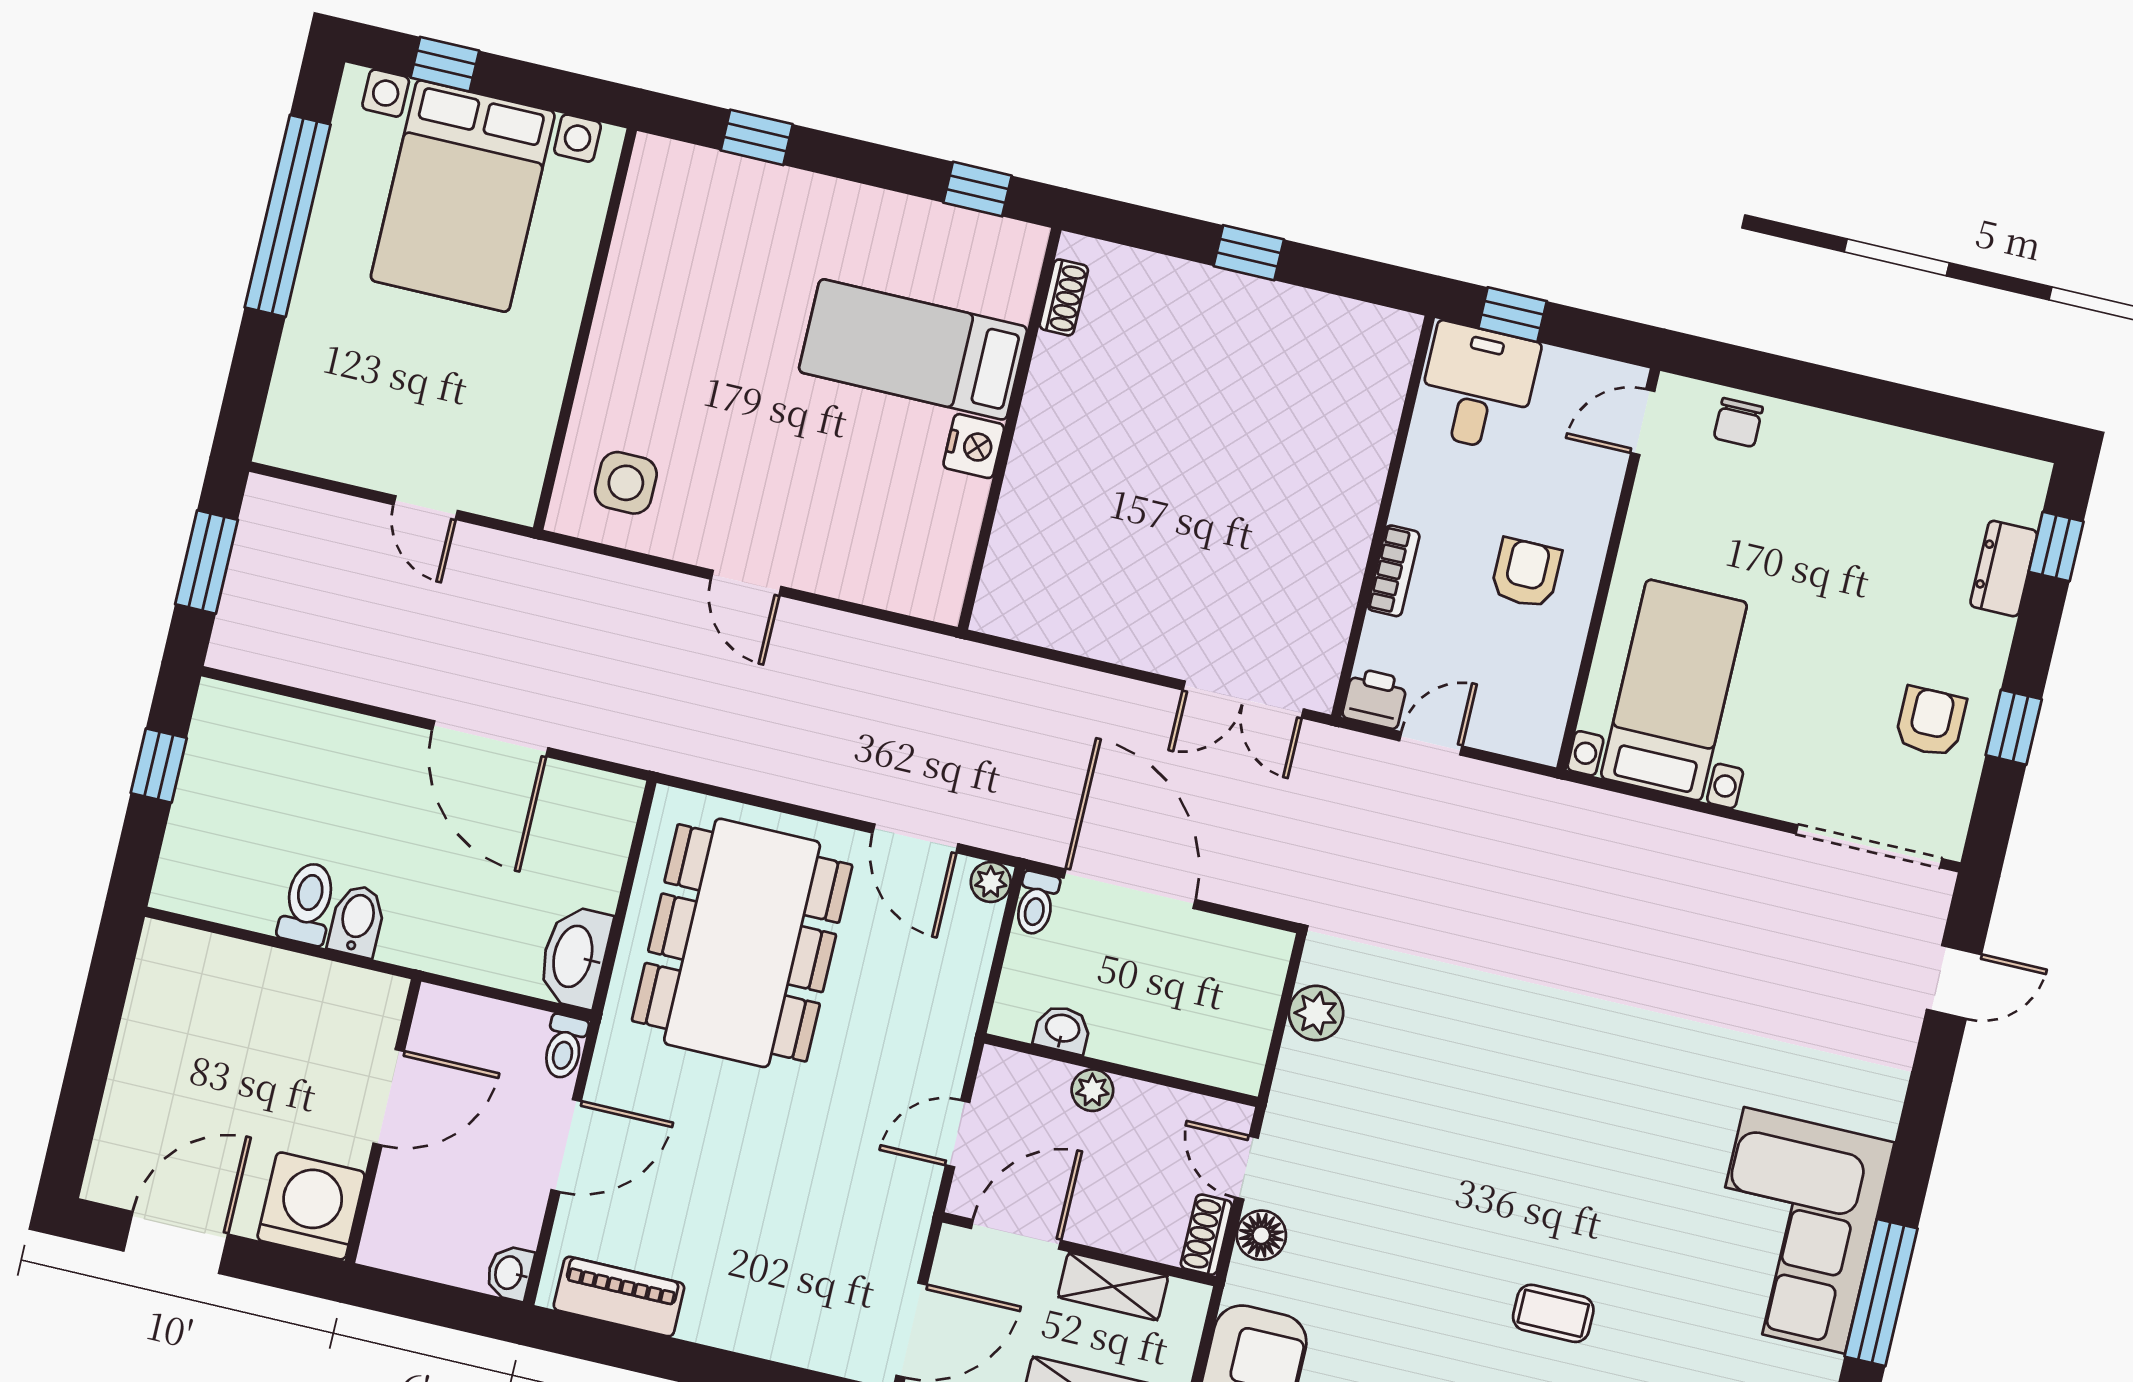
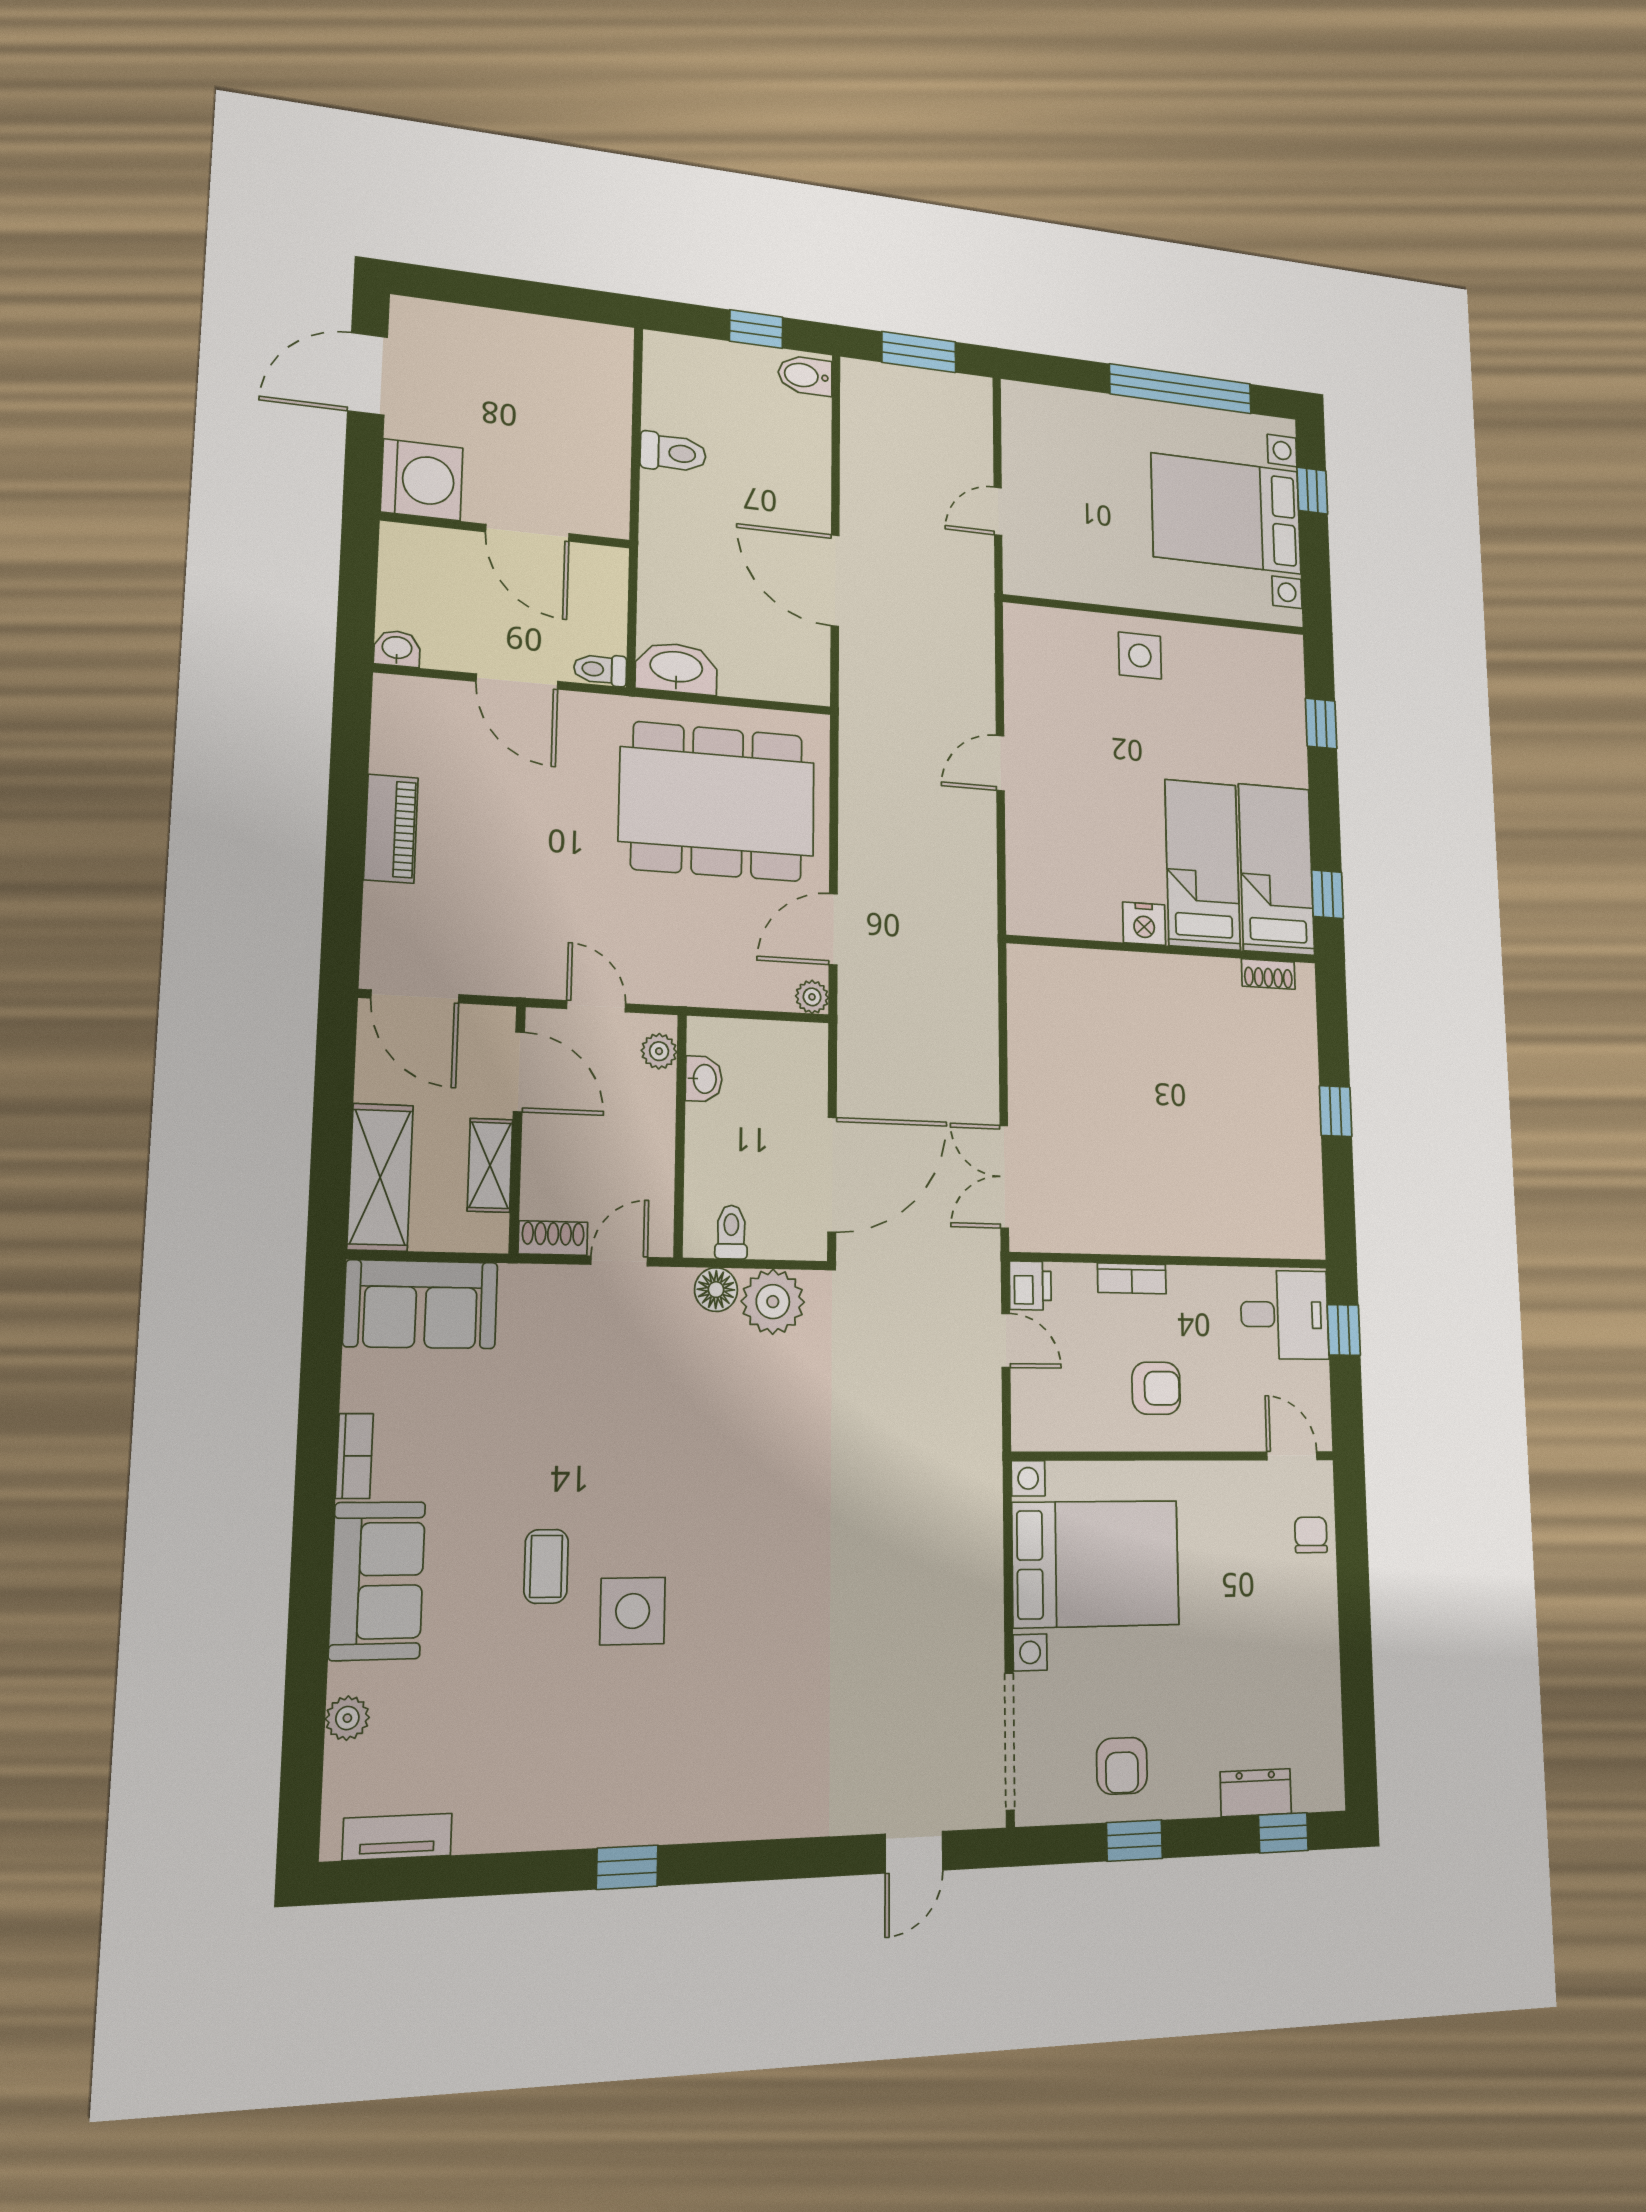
bed: (935, 251) -> (1276, 869), added
chair: (1738, 423) -> (1311, 1535), turned 90
side table: (626, 483) -> (1140, 656), moved
bed with nightstands: (1674, 690) -> (1096, 1564), width x1.36
armchair: (1931, 722) -> (1122, 1766), turned 90
door: (490, 739) -> (835, 580), hinge flipped
door: (1130, 889) -> (832, 1175), moved
toilet: (1036, 903) -> (731, 1232), moved, turned 90
bidet: (357, 921) -> (805, 375), moved, turned 180
door: (1954, 982) -> (914, 1852), hinge flipped
plant: (1316, 1013) -> (773, 1302), width x1.36, depth x1.36
plant: (1092, 1090) -> (659, 1051), moved
corner sofa: (1795, 1230) -> (667, 1769), removed
side table: (1623, 1232) -> (633, 1611), added
floor lamp: (1261, 1235) -> (716, 1290), moved
door: (176, 1242) -> (368, 374), swing flipped
window: (1881, 1293) -> (627, 1867), width x0.46
piano: (619, 1297) -> (391, 829), moved

